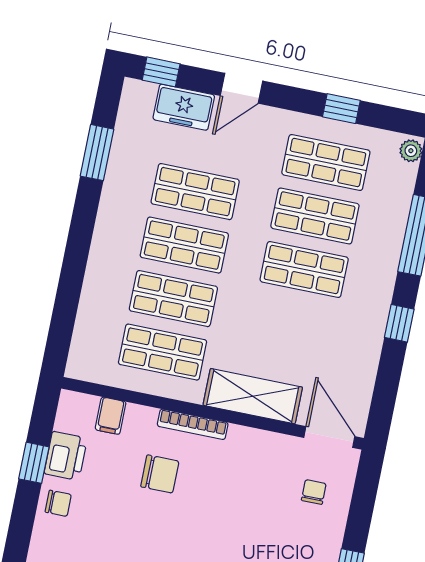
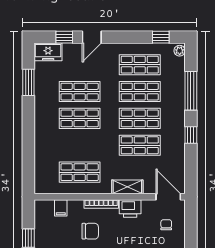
window: (161, 72) -> (64, 37), moved
freezer: (184, 107) -> (48, 52), moved
window: (341, 109) -> (161, 37), moved
shop shelf: (173, 299) -> (140, 145), moved
shelving: (253, 396) -> (127, 187), width x0.67, depth x0.75
printer: (66, 456) -> (130, 208), moved, turned 90

